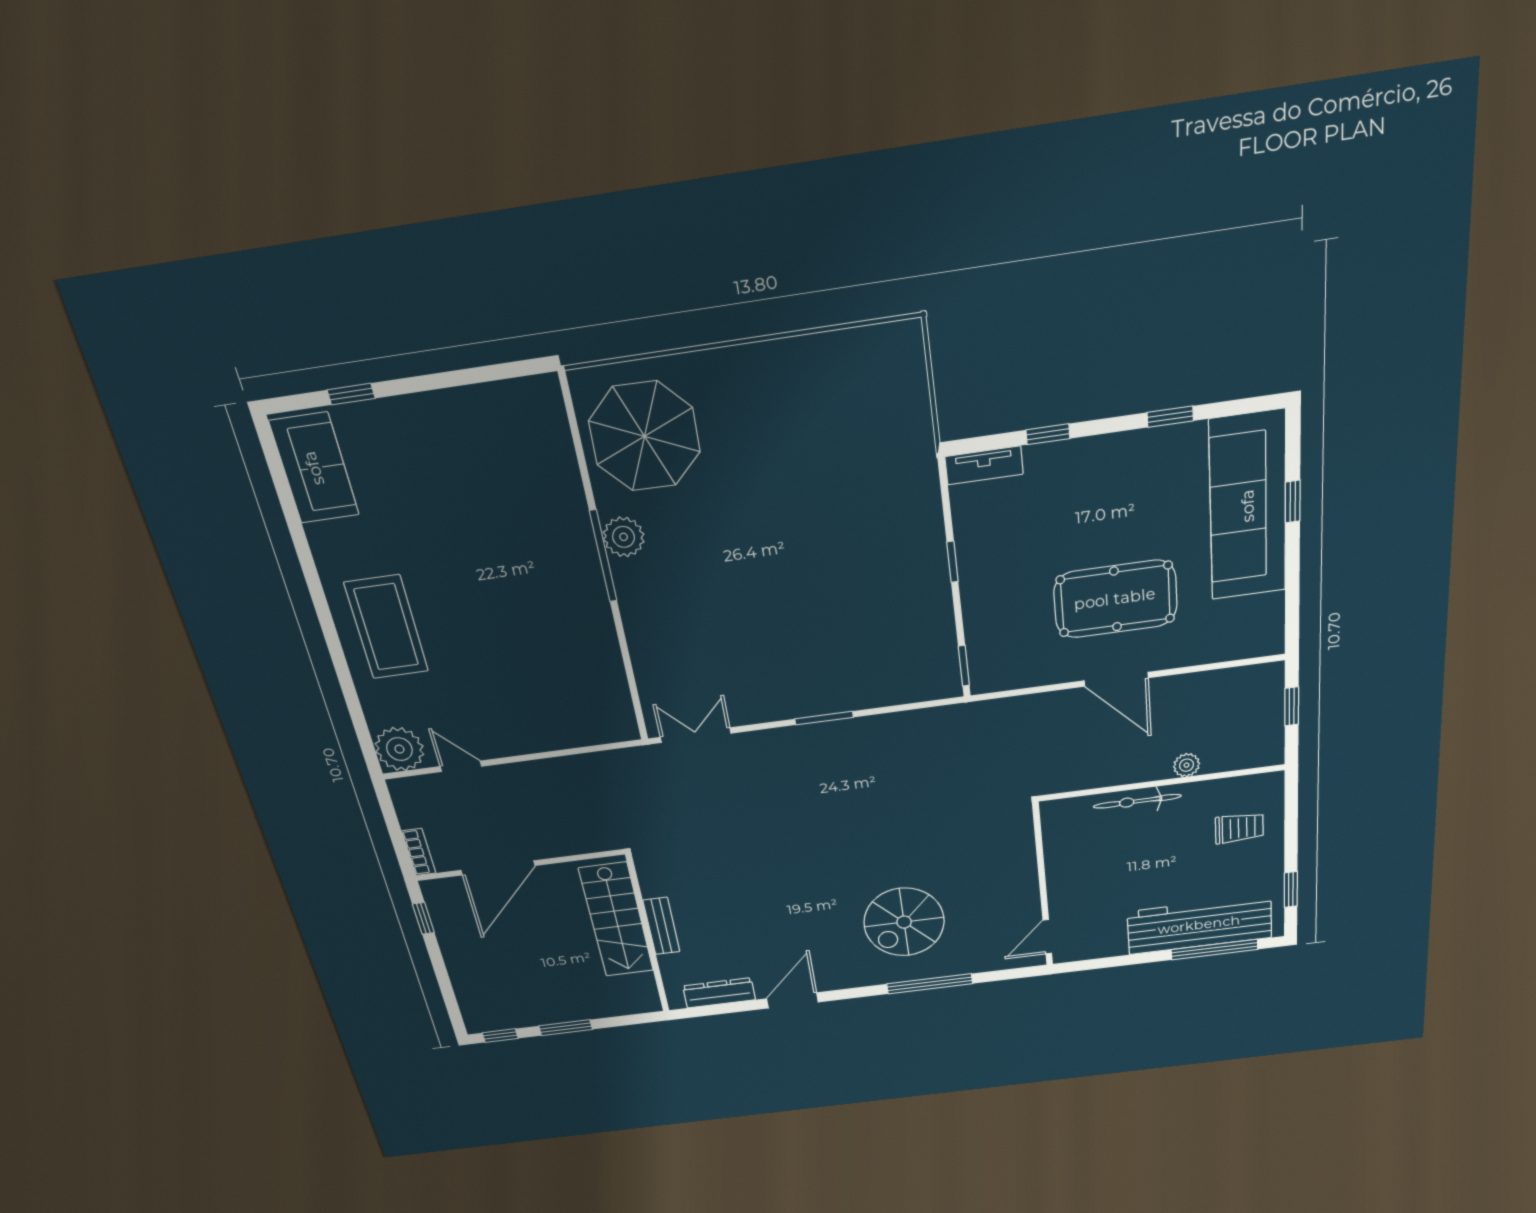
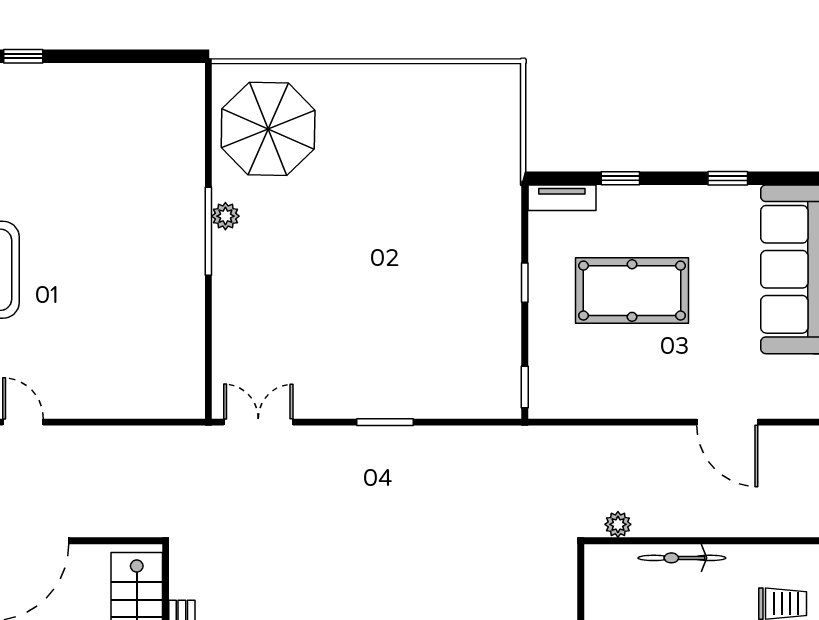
plant: (624, 537) -> (225, 216), width x0.73, depth x0.73
pool table: (1115, 599) -> (632, 291), moved
door: (1116, 679) -> (727, 422), moved
plant: (1187, 765) -> (618, 524), moved

